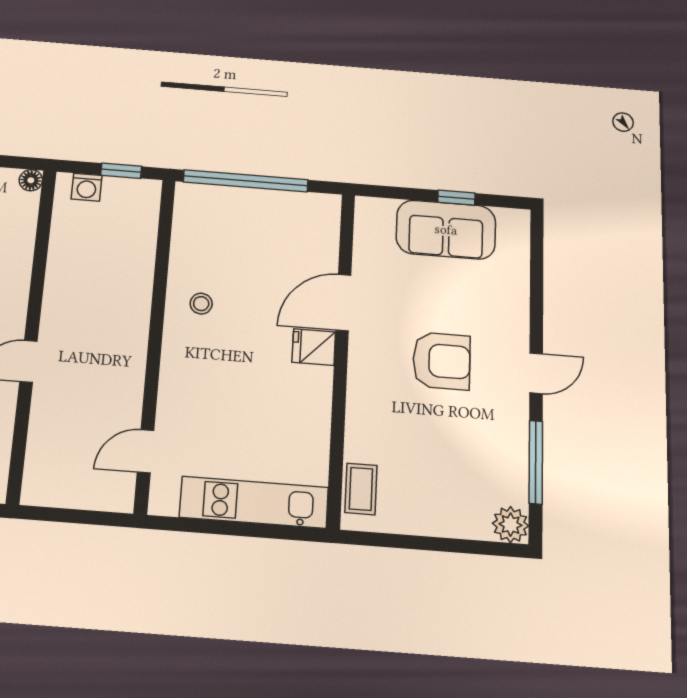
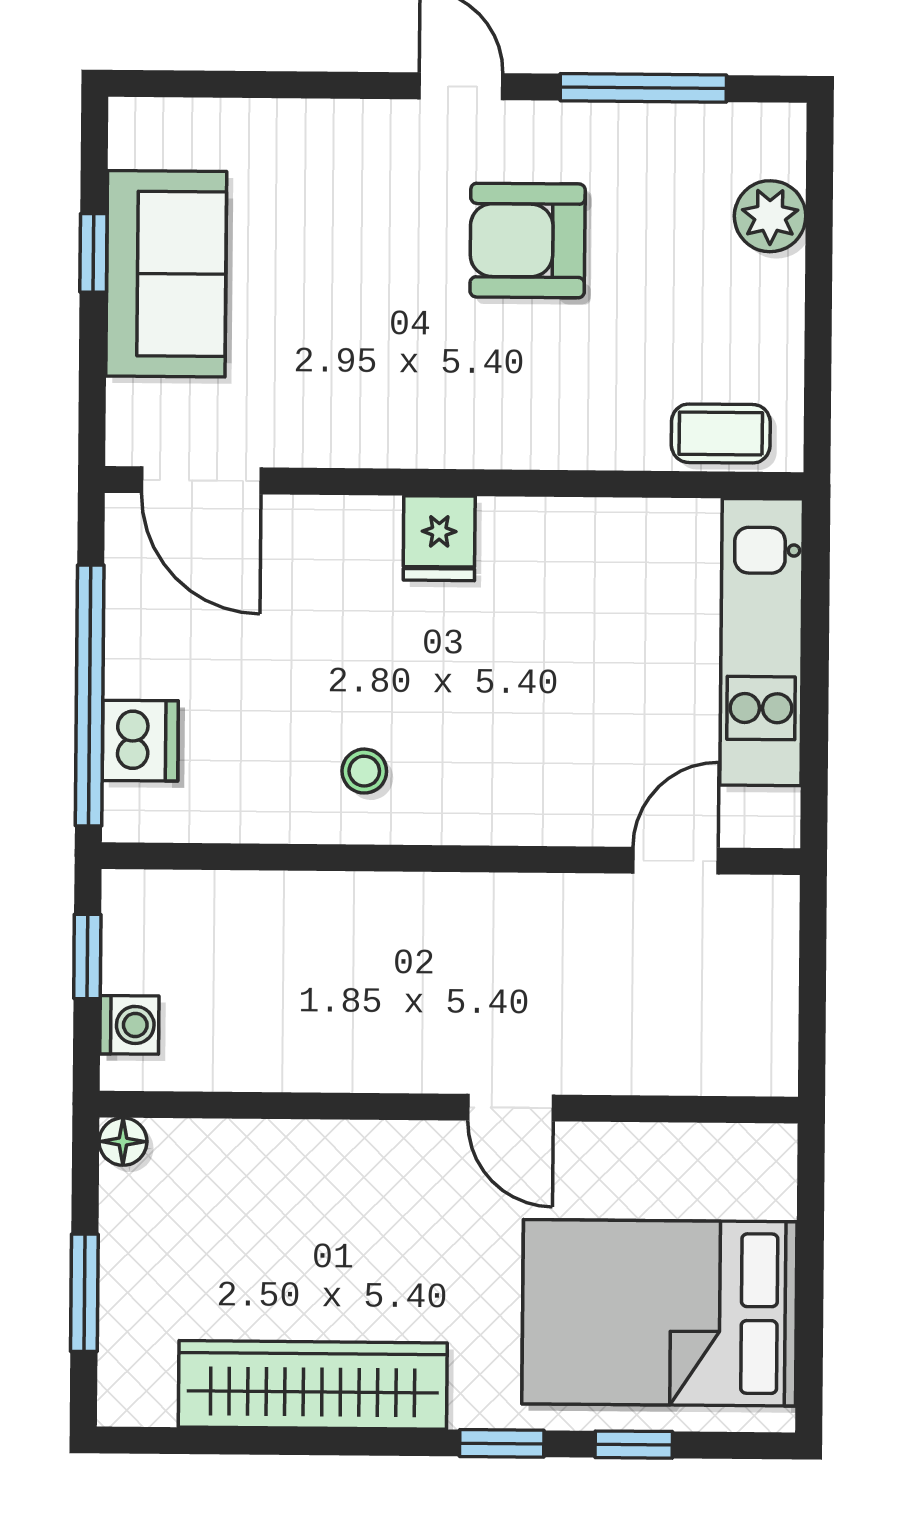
dishwasher: (223, 202) -> (140, 741), added
door: (343, 303) -> (201, 480), moved
armchair: (442, 361) -> (528, 240), moved, turned -90
door: (146, 451) -> (676, 861), swing flipped
plant: (511, 525) -> (770, 216), moved

